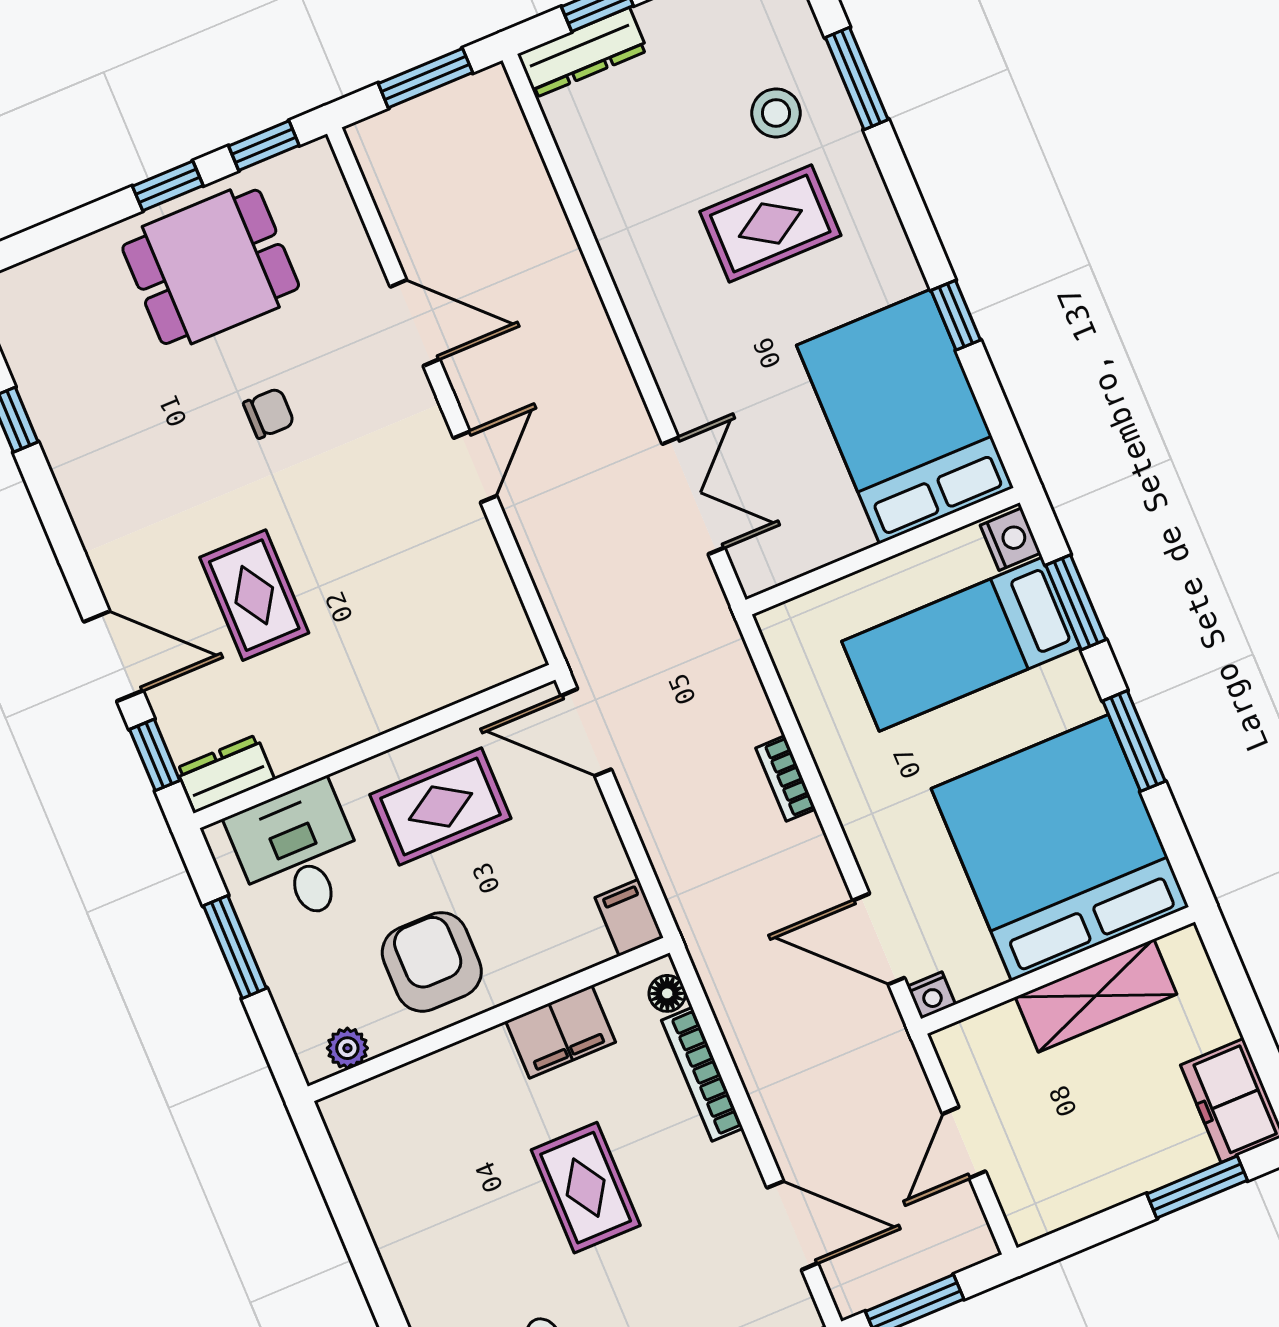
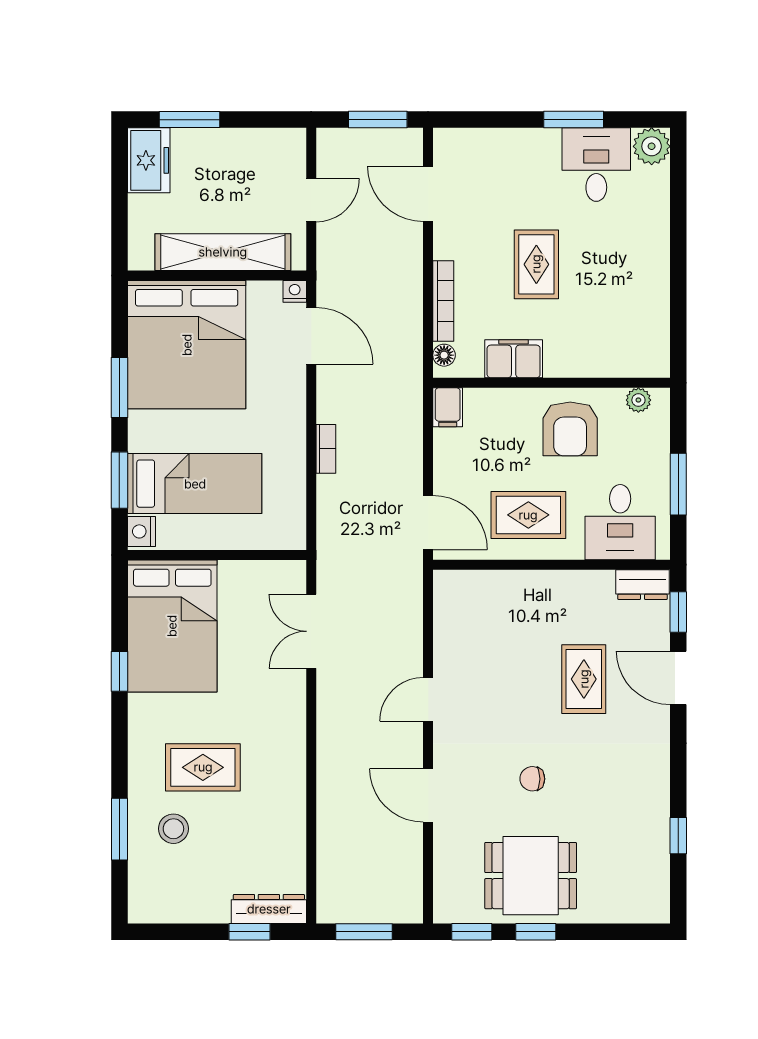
shelving: (1096, 996) -> (223, 252), width x1.47

